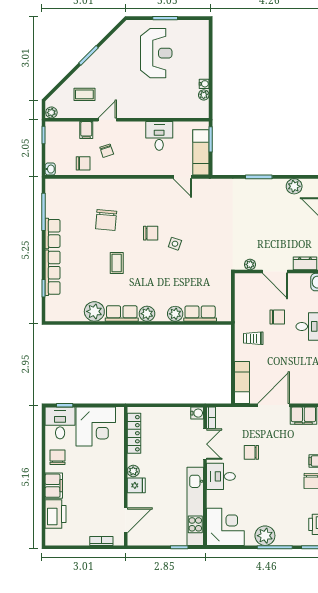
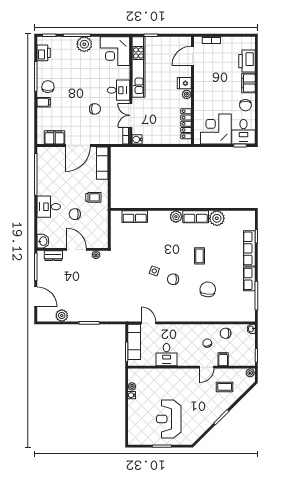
plant: (175, 314) -> (154, 217), removed

